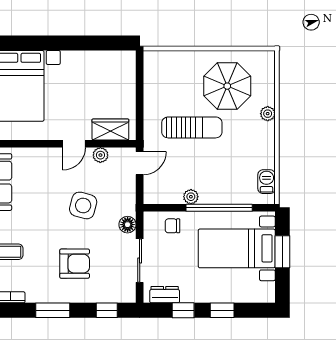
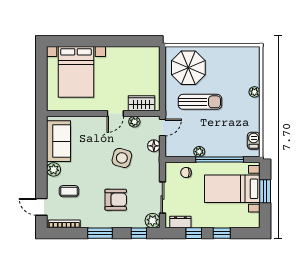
parasol: (227, 86) -> (188, 68), moved
floor lamp: (128, 225) -> (154, 146), moved
plant: (126, 293) -> (153, 221), added

